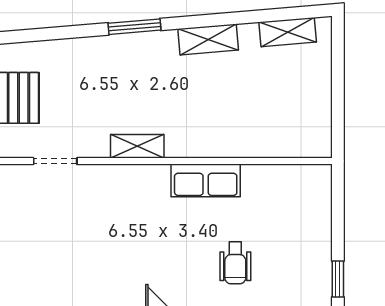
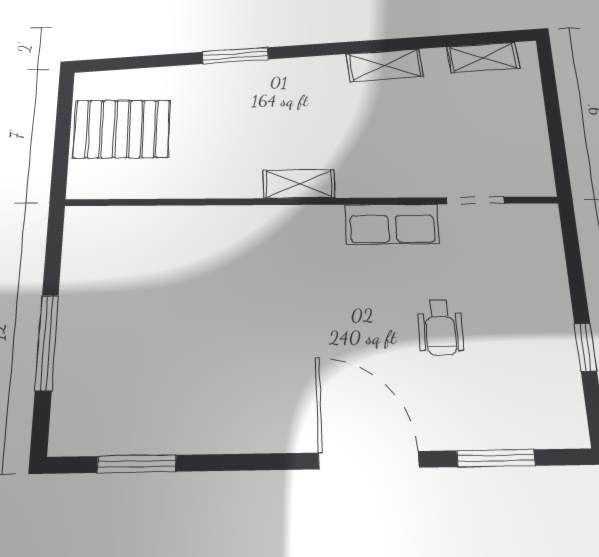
window: (134, 27) -> (235, 56), moved
doorway: (55, 161) -> (475, 201), moved

